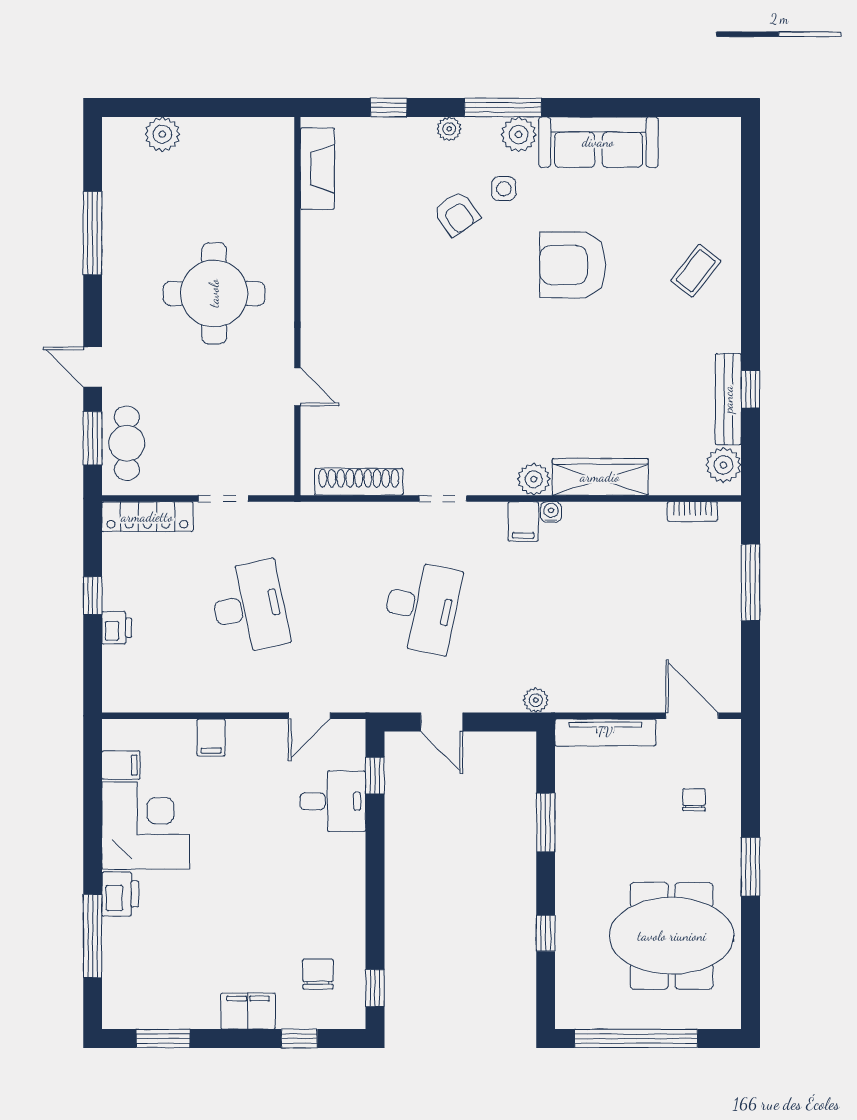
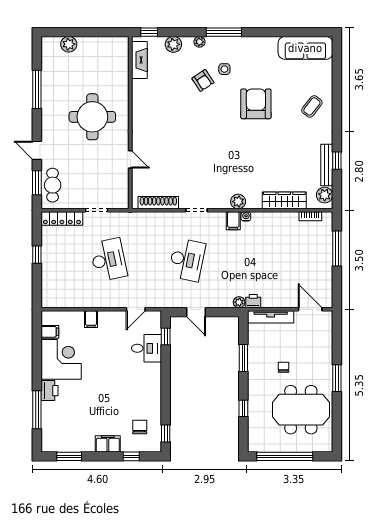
window: (389, 108) -> (149, 32), moved
plant: (519, 134) -> (173, 44), moved
sofa: (598, 142) -> (305, 48), moved
armchair: (573, 265) -> (256, 104), turned 90
wardrobe: (600, 477) -> (284, 200), moved
printer: (117, 628) -> (253, 301), moved, turned -90
chair: (694, 800) -> (283, 367), moved

